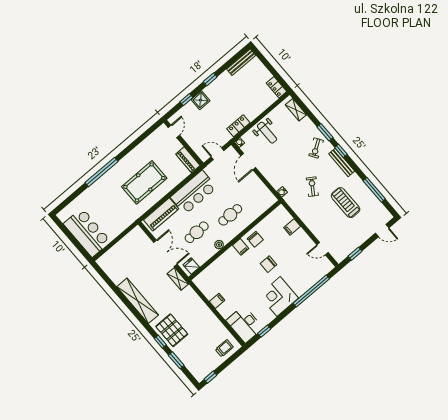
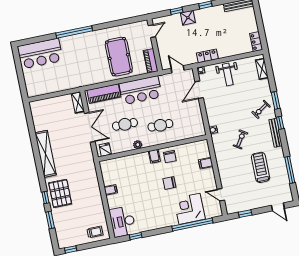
pool table: (144, 182) -> (119, 57), moved, turned 90
bar counter: (87, 233) -> (40, 53), moved, turned 90
shelving: (178, 279) -> (78, 102), moved
corner desk: (279, 297) -> (189, 209), moved

